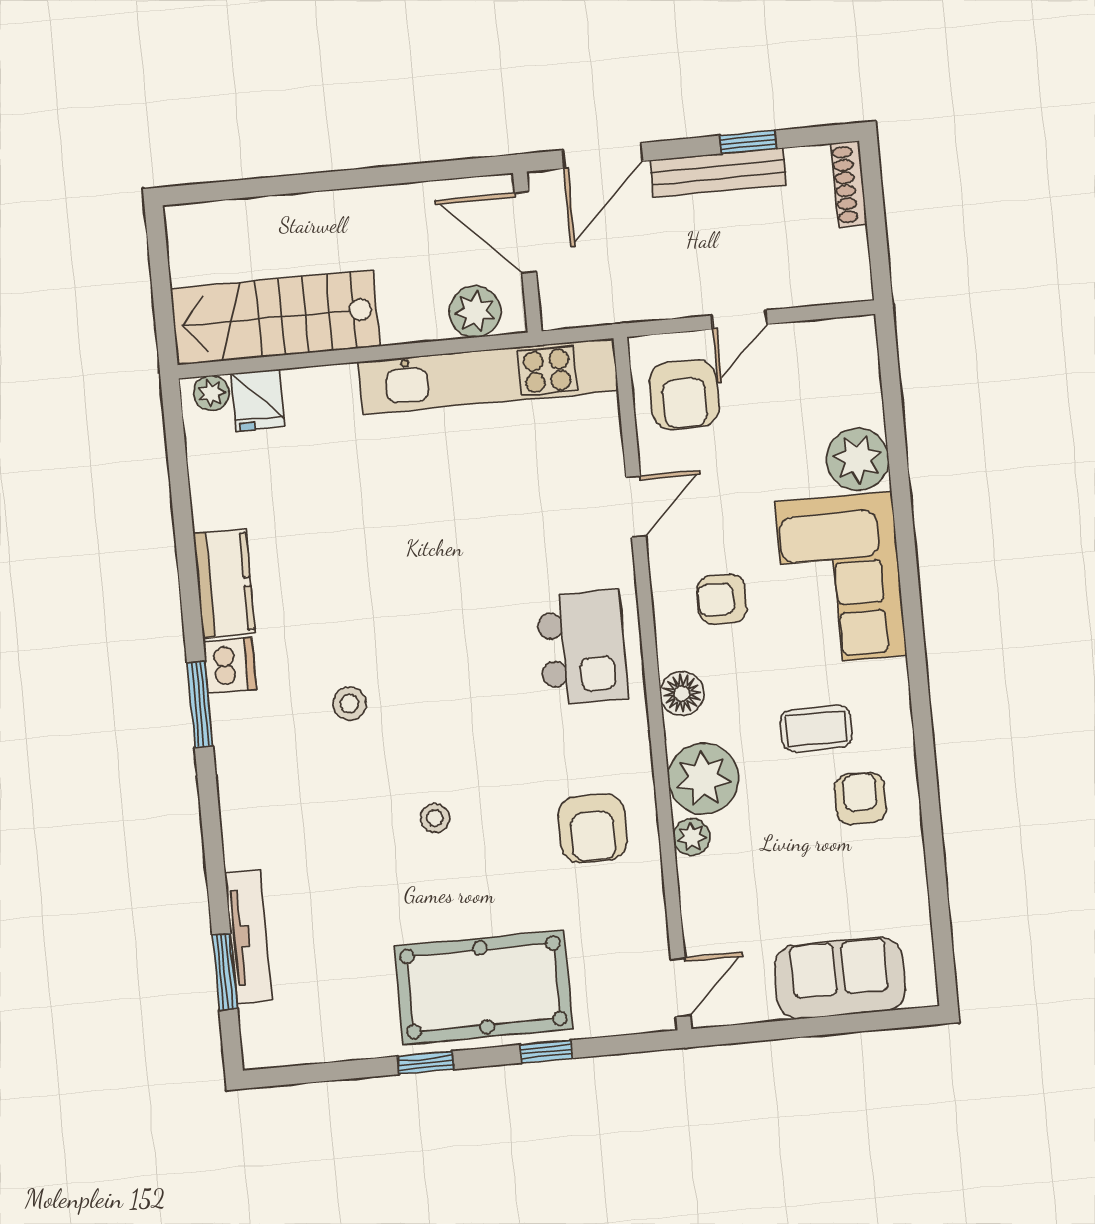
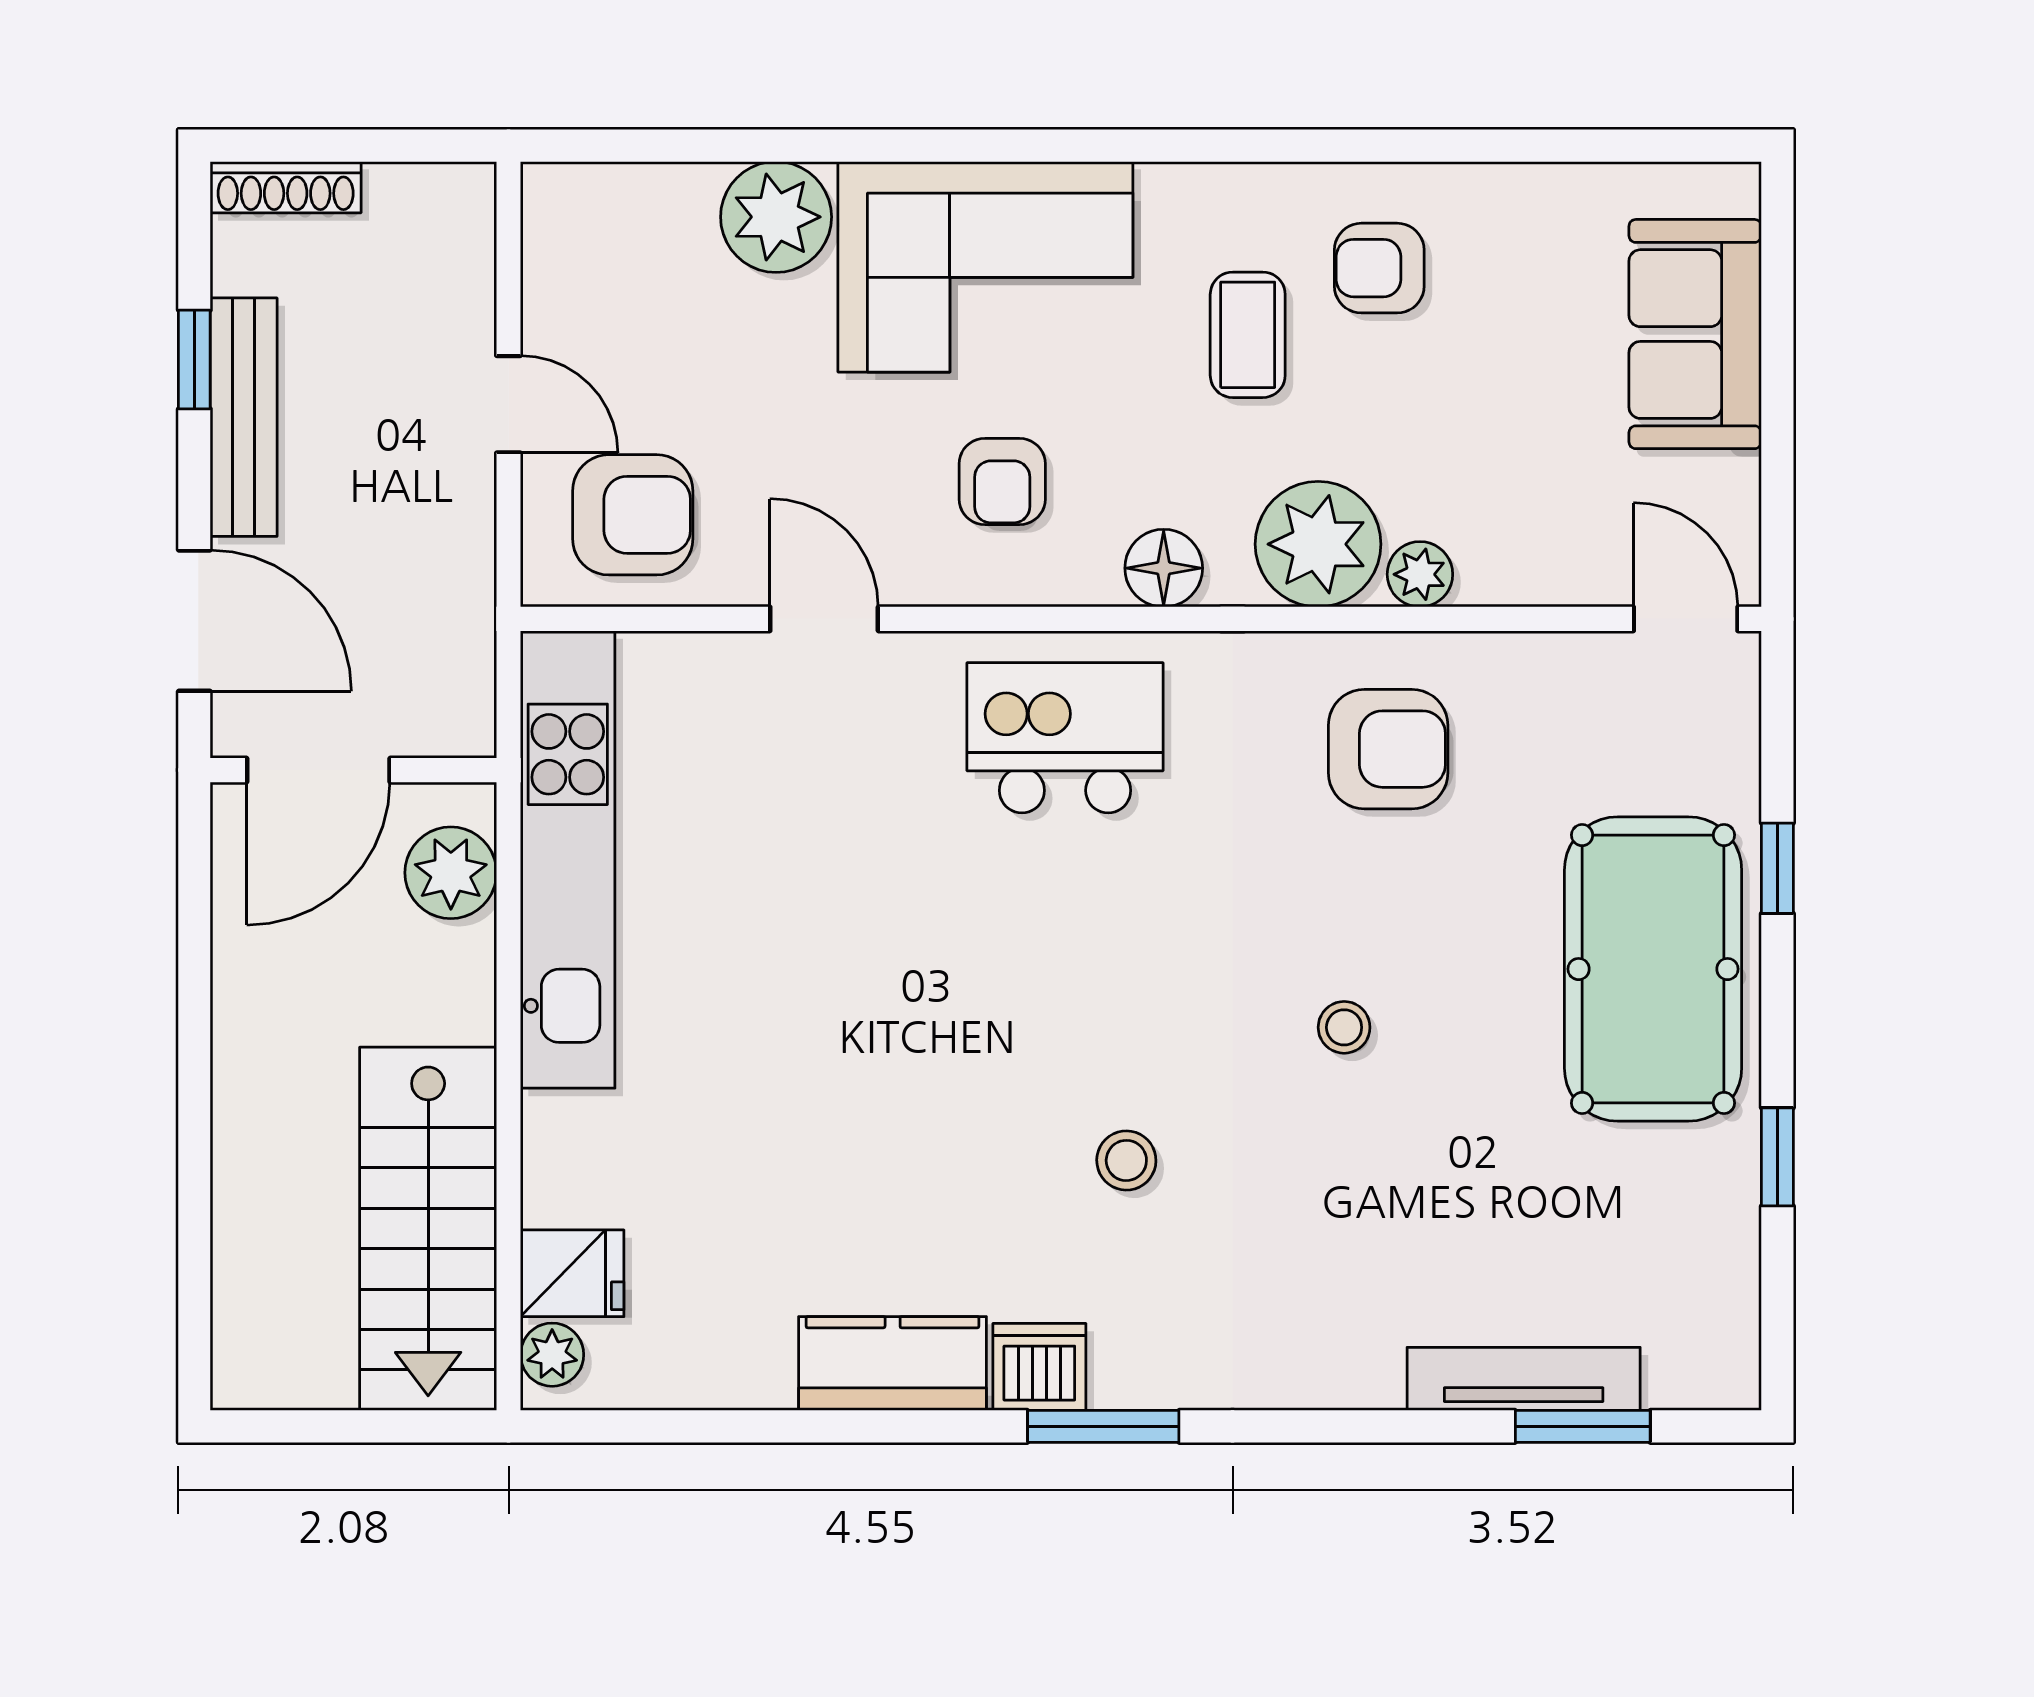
window: (426, 1063) -> (1777, 1157), moved

